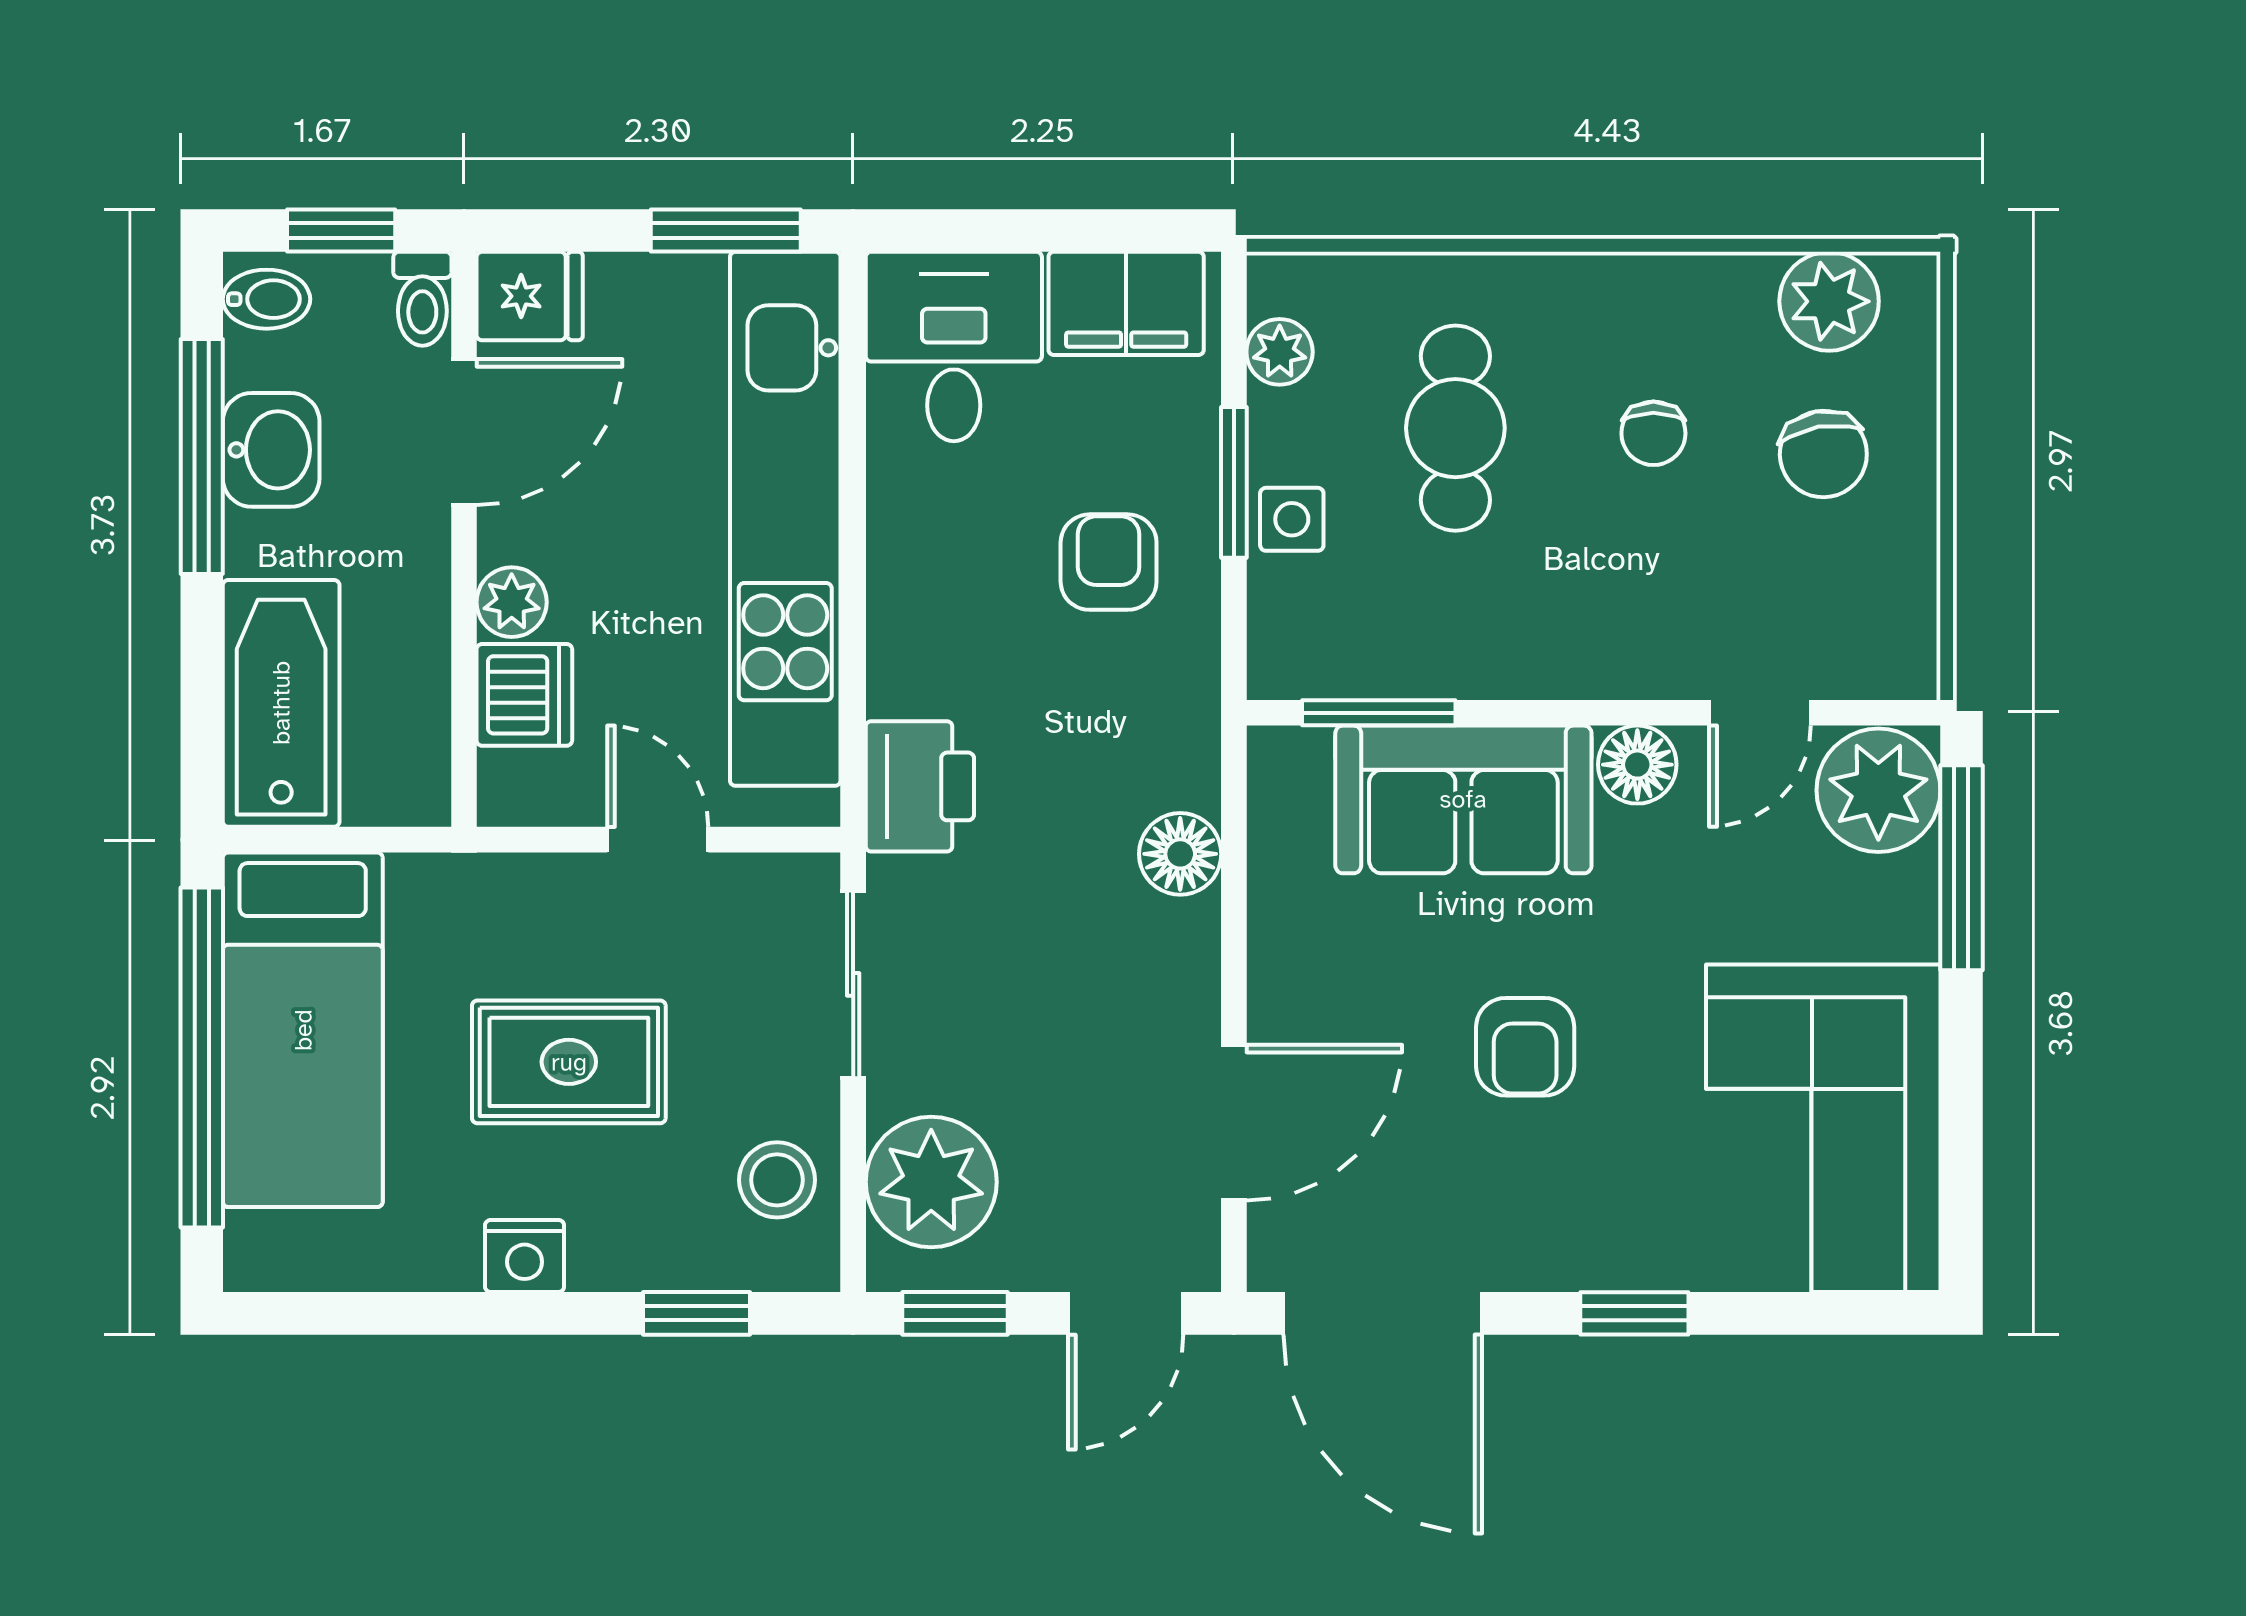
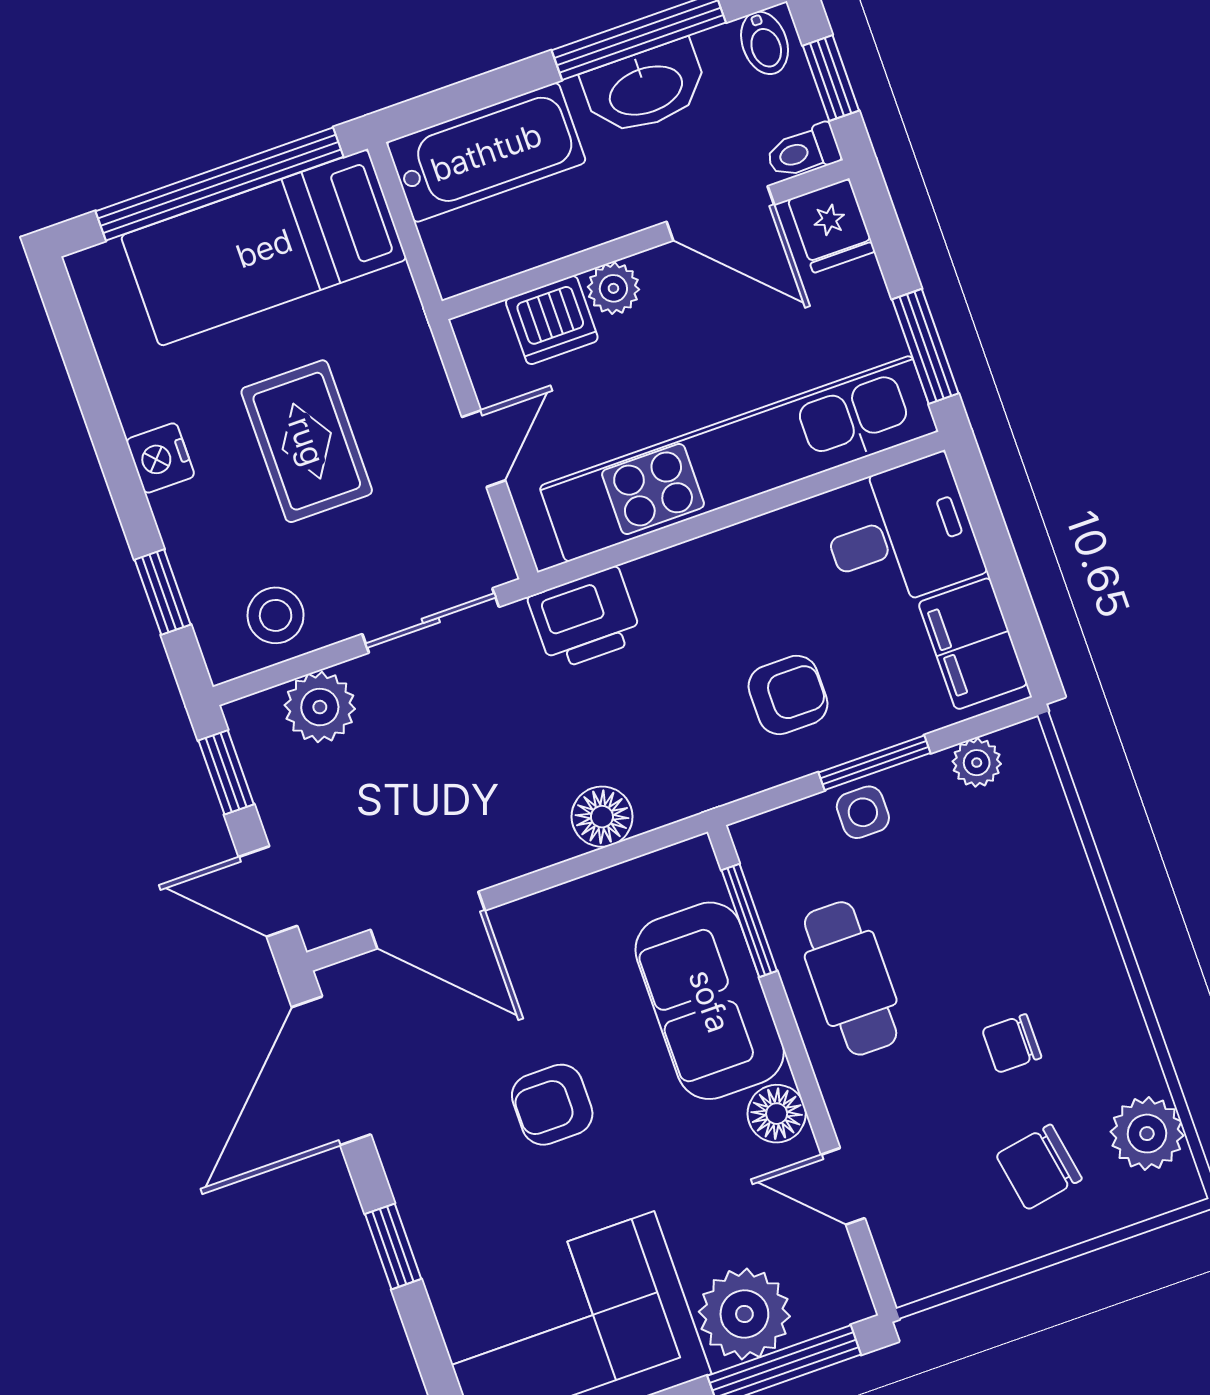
cafe table: (1455, 428) -> (851, 978), moved, turned 90
washbasin: (271, 450) -> (645, 89), width x1.38
plant: (1878, 790) -> (744, 1314), moved
plant: (931, 1182) -> (320, 707), width x0.73, depth x0.73

